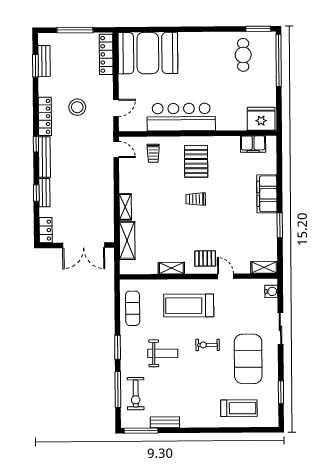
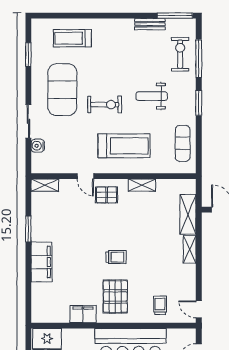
filing cabinet: (253, 144) -> (83, 314), moved
water cooler: (271, 291) -> (38, 146), moved
exercise bike: (208, 345) -> (105, 105), width x1.38, depth x1.39

